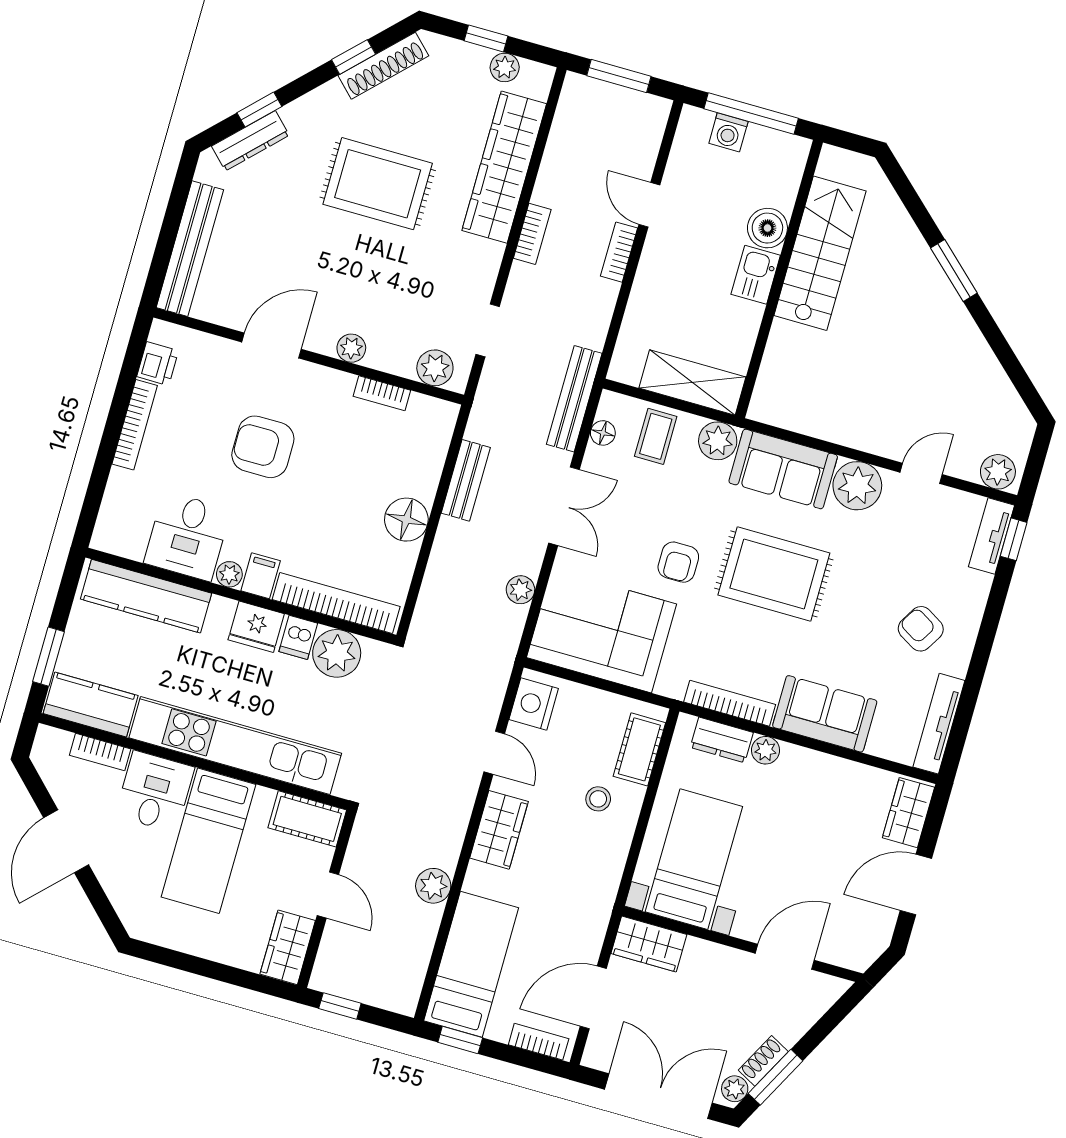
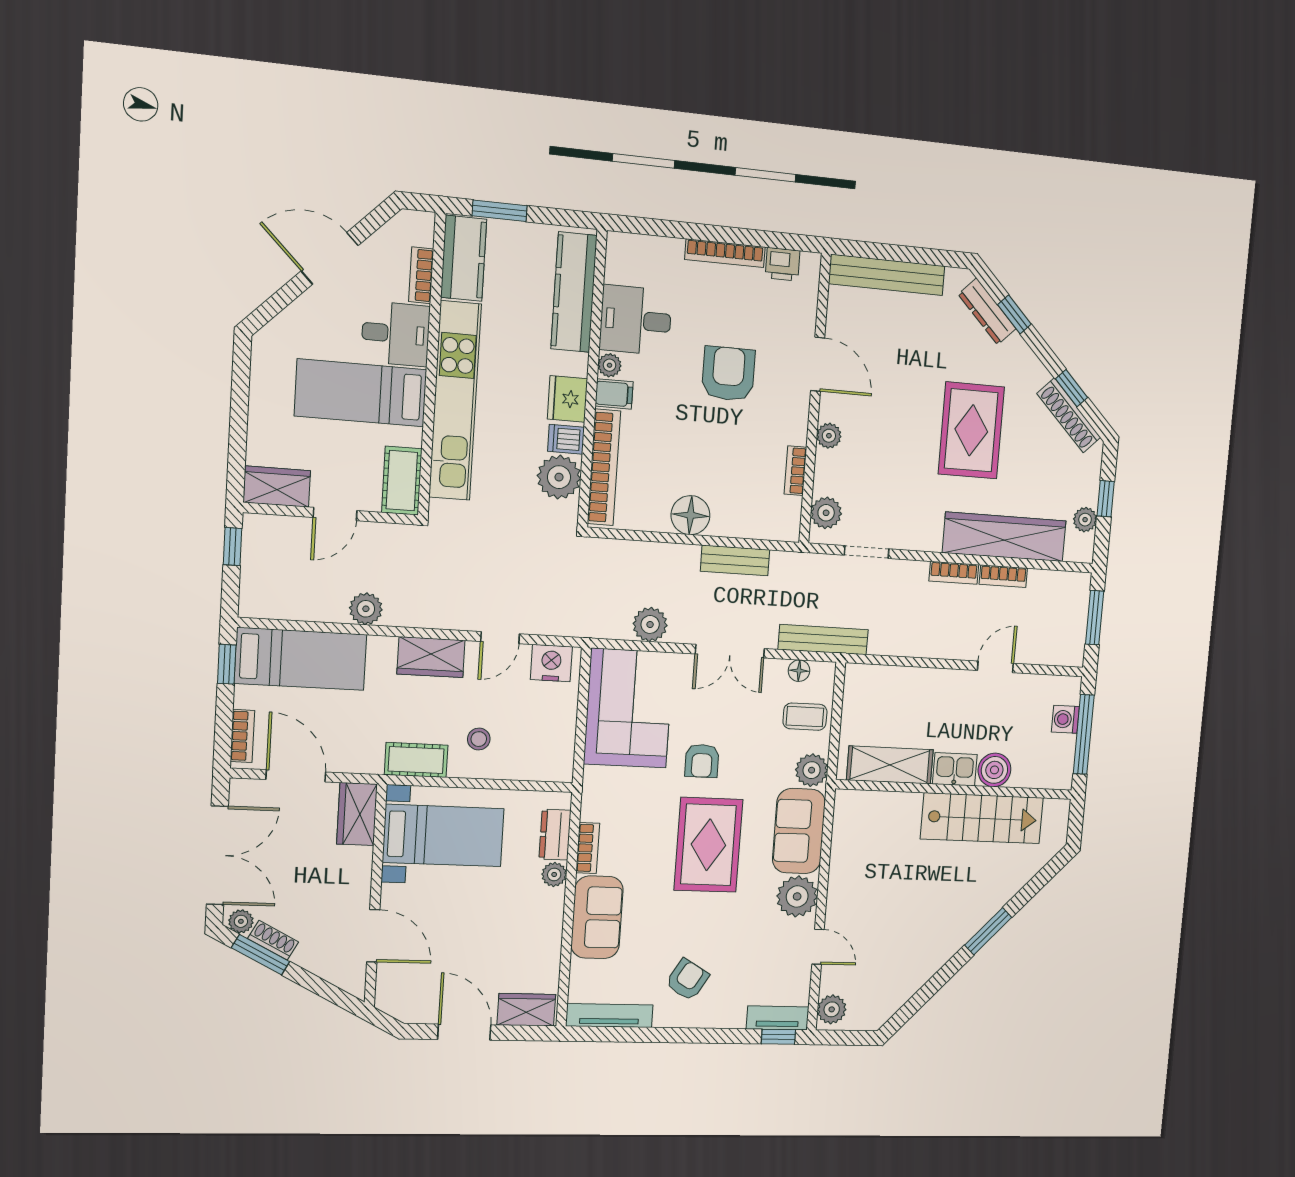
bookcase: (619, 252) -> (1003, 576), moved, turned 180
shelving: (692, 383) -> (890, 765), moved, turned 90
armchair: (678, 562) -> (702, 761), turned -90
plant: (520, 590) -> (650, 624), width x1.38, depth x1.38
bookcase: (730, 703) -> (588, 848), width x0.64
cot: (639, 749) -> (416, 760), moved

